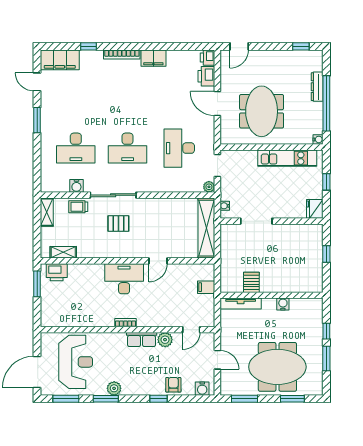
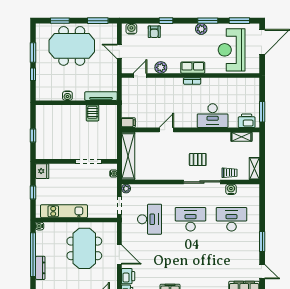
desk: (124, 279) -> (213, 116), moved
filing cabinet: (206, 287) -> (128, 123), moved
row of seats: (142, 339) -> (193, 68), moved

